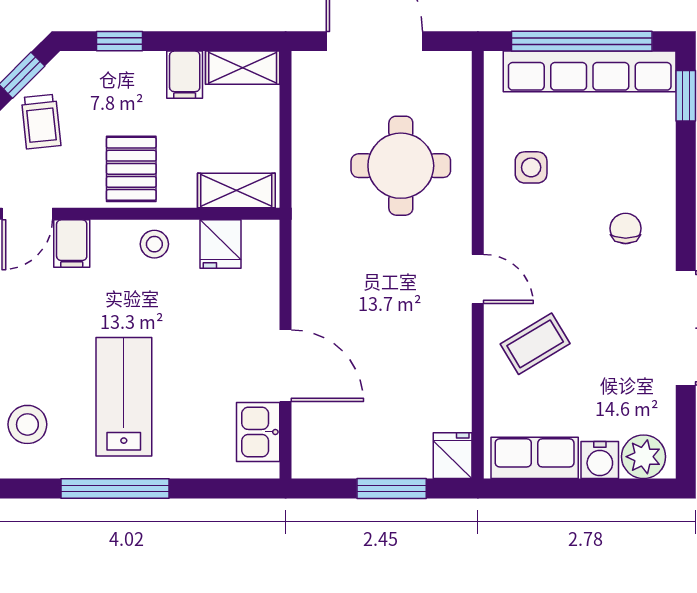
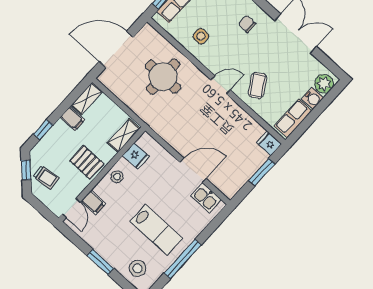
lab bench: (124, 397) -> (156, 230), turned 180

